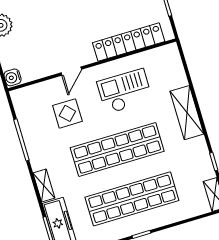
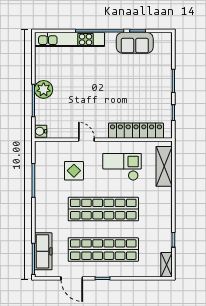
door: (71, 71) -> (86, 140), swing flipped
shelving: (187, 113) -> (164, 166), moved
shelving: (44, 185) -> (40, 220), removed

